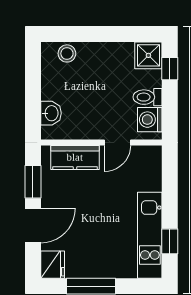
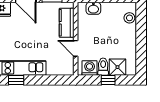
shower: (148, 55) -> (118, 67), moved
window: (170, 69) -> (108, 80), moved

